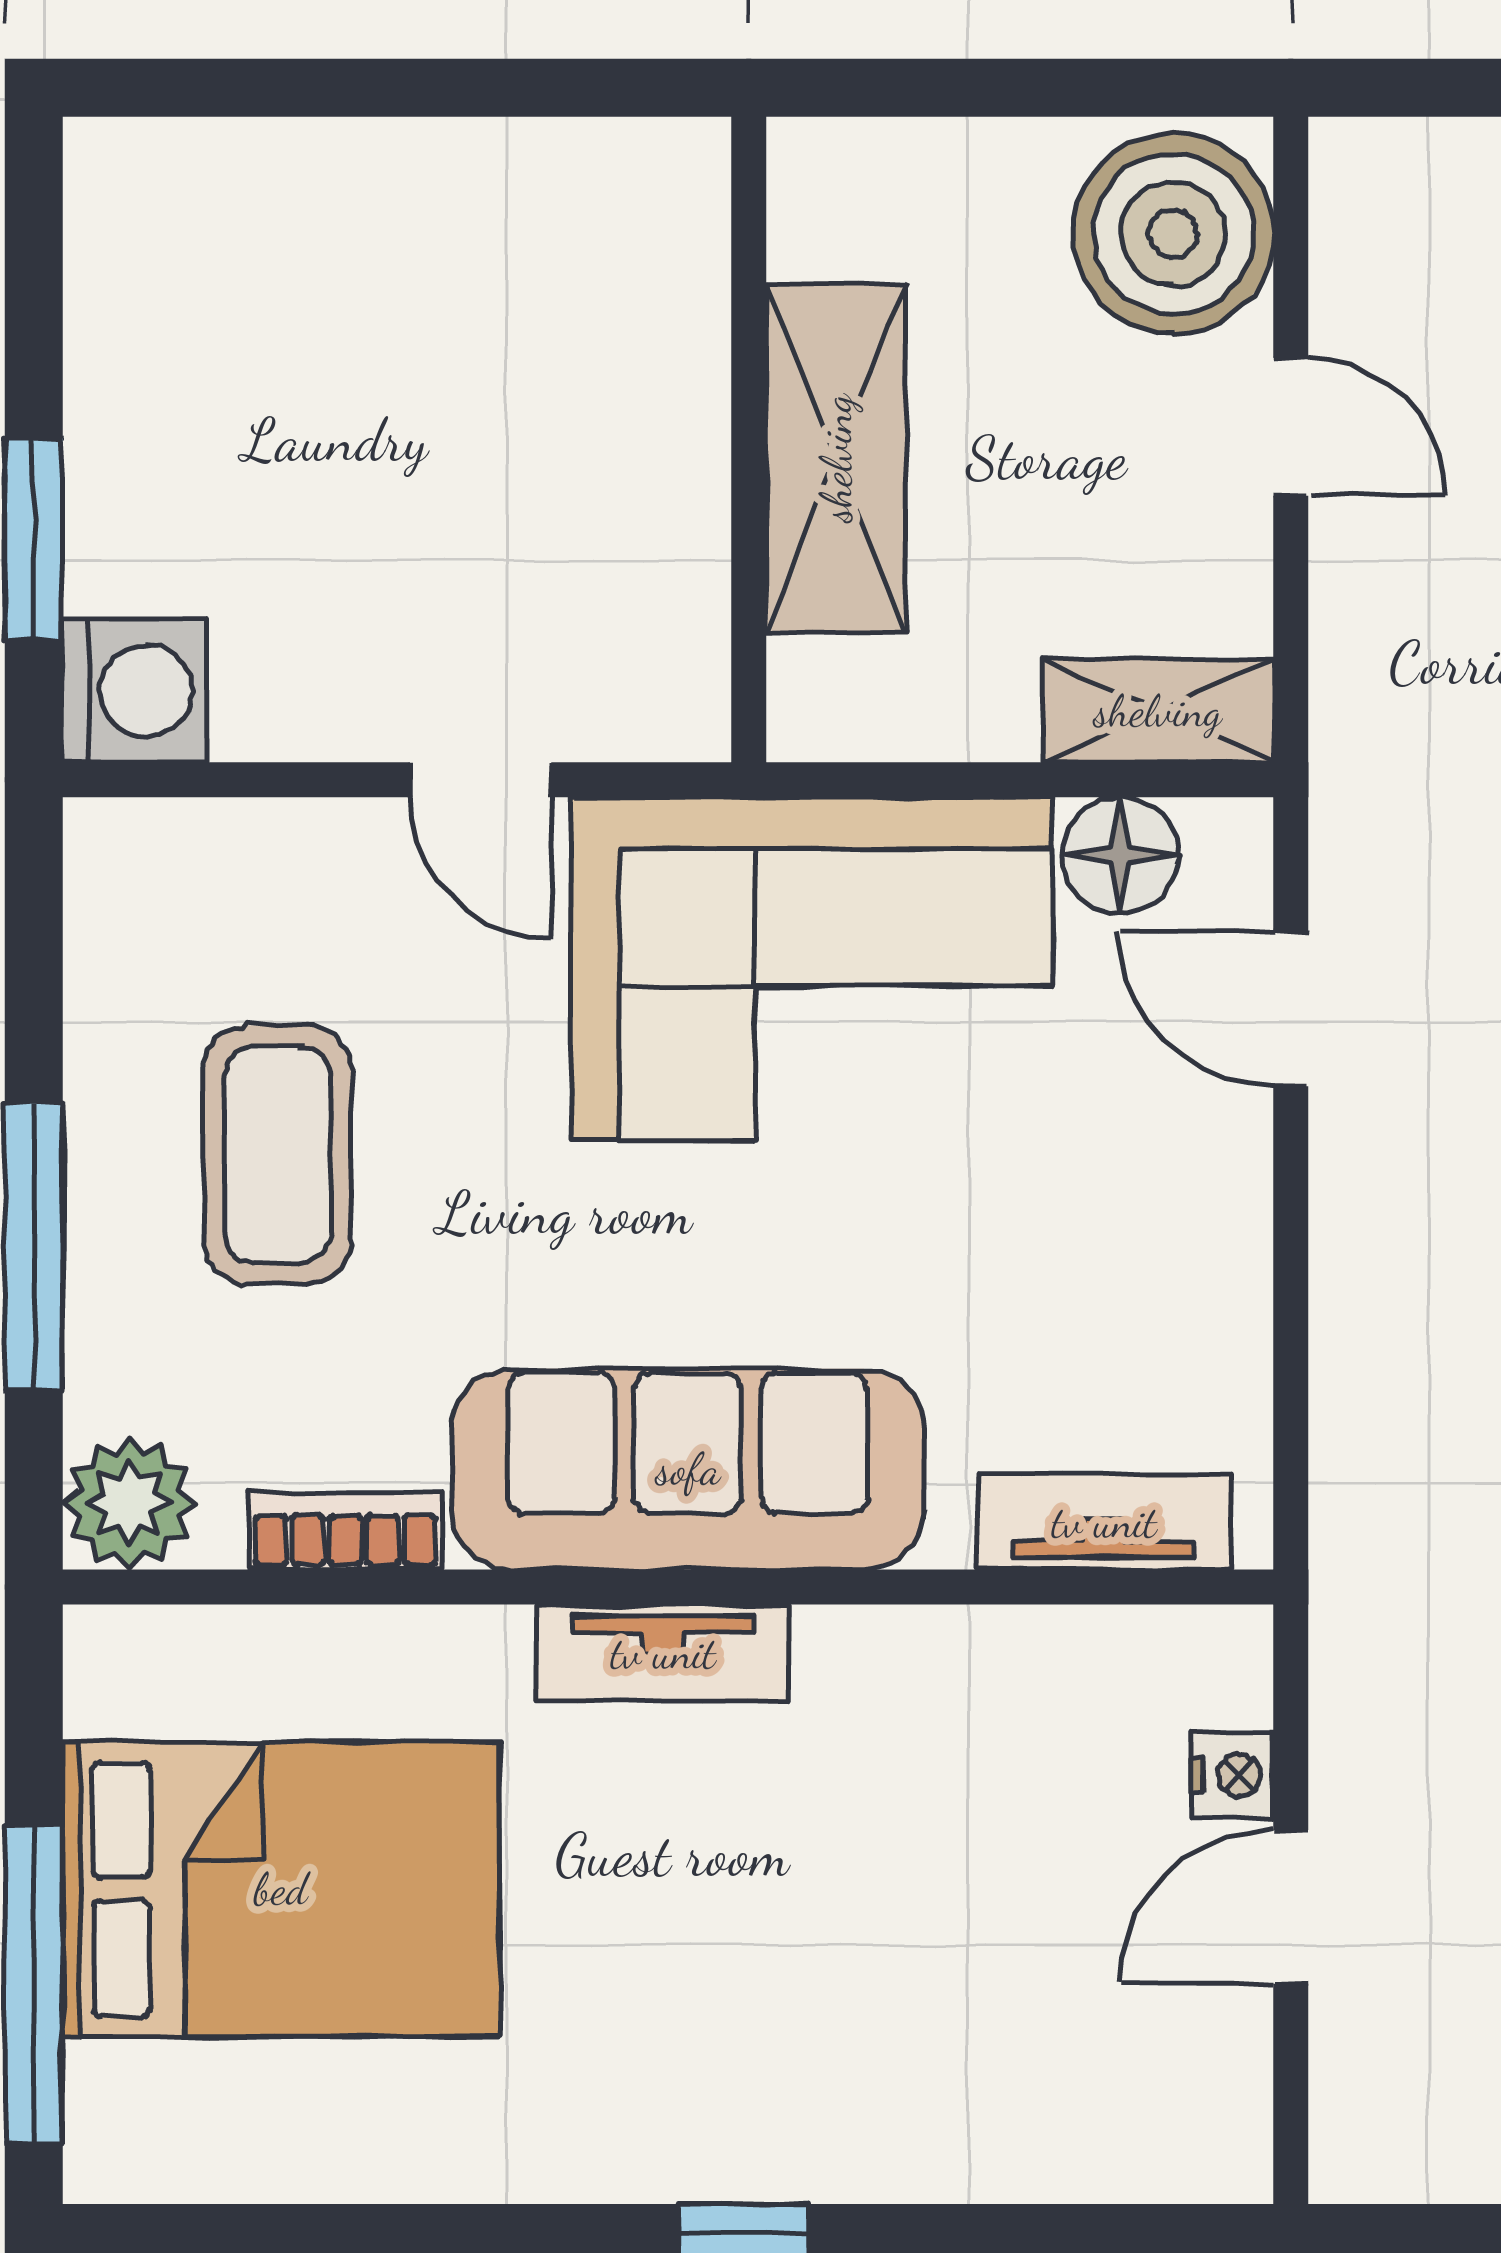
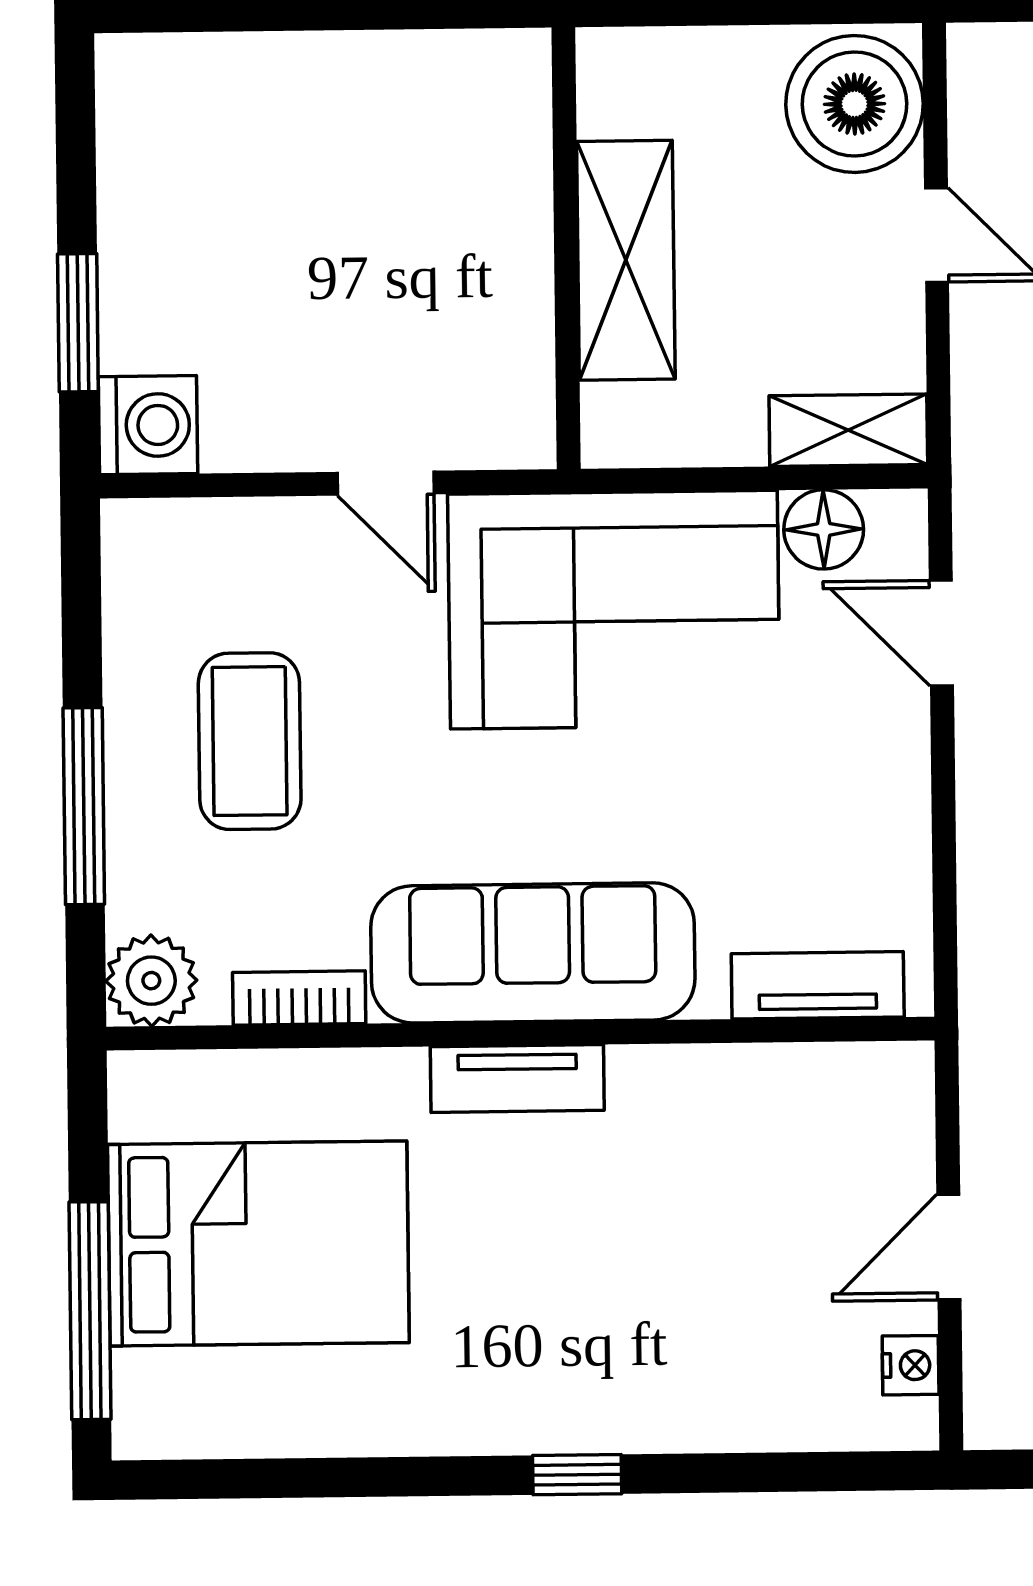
nightstand: (1233, 1775) -> (911, 1365), moved

